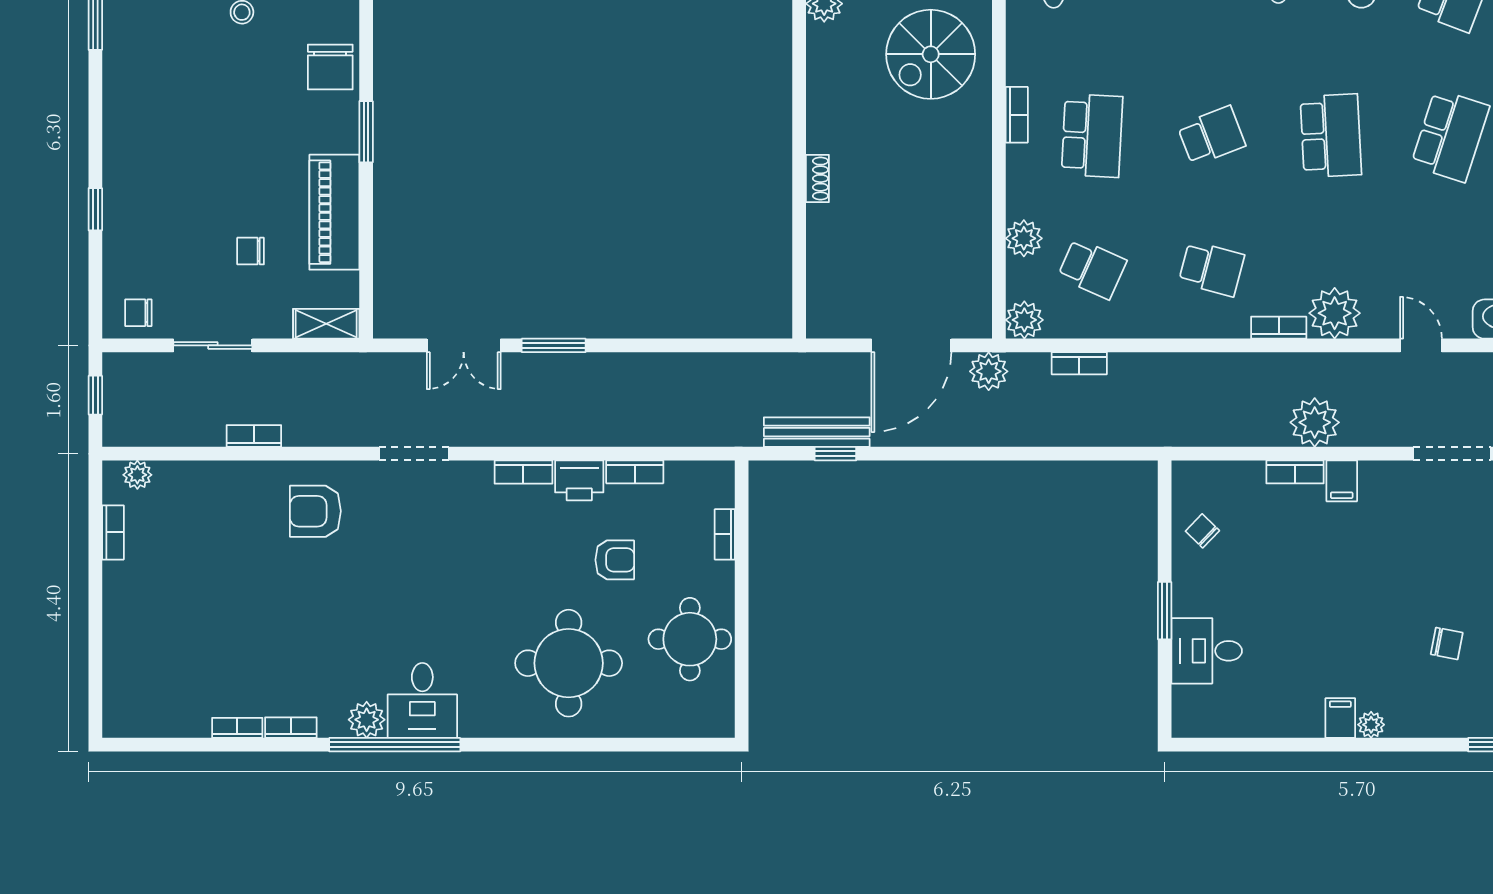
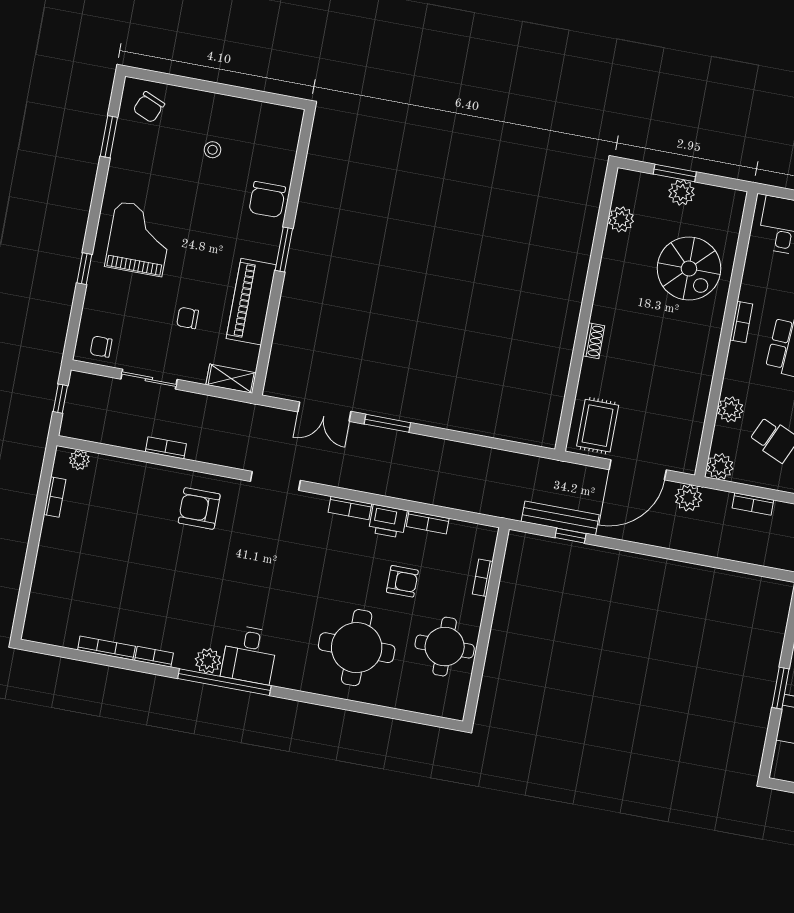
spiral stairs: (931, 54) -> (689, 268), turned -90
grand piano: (163, 154) -> (139, 239), added
rug: (845, 295) -> (598, 426), added
bookcase: (237, 728) -> (106, 648), width x1.56

